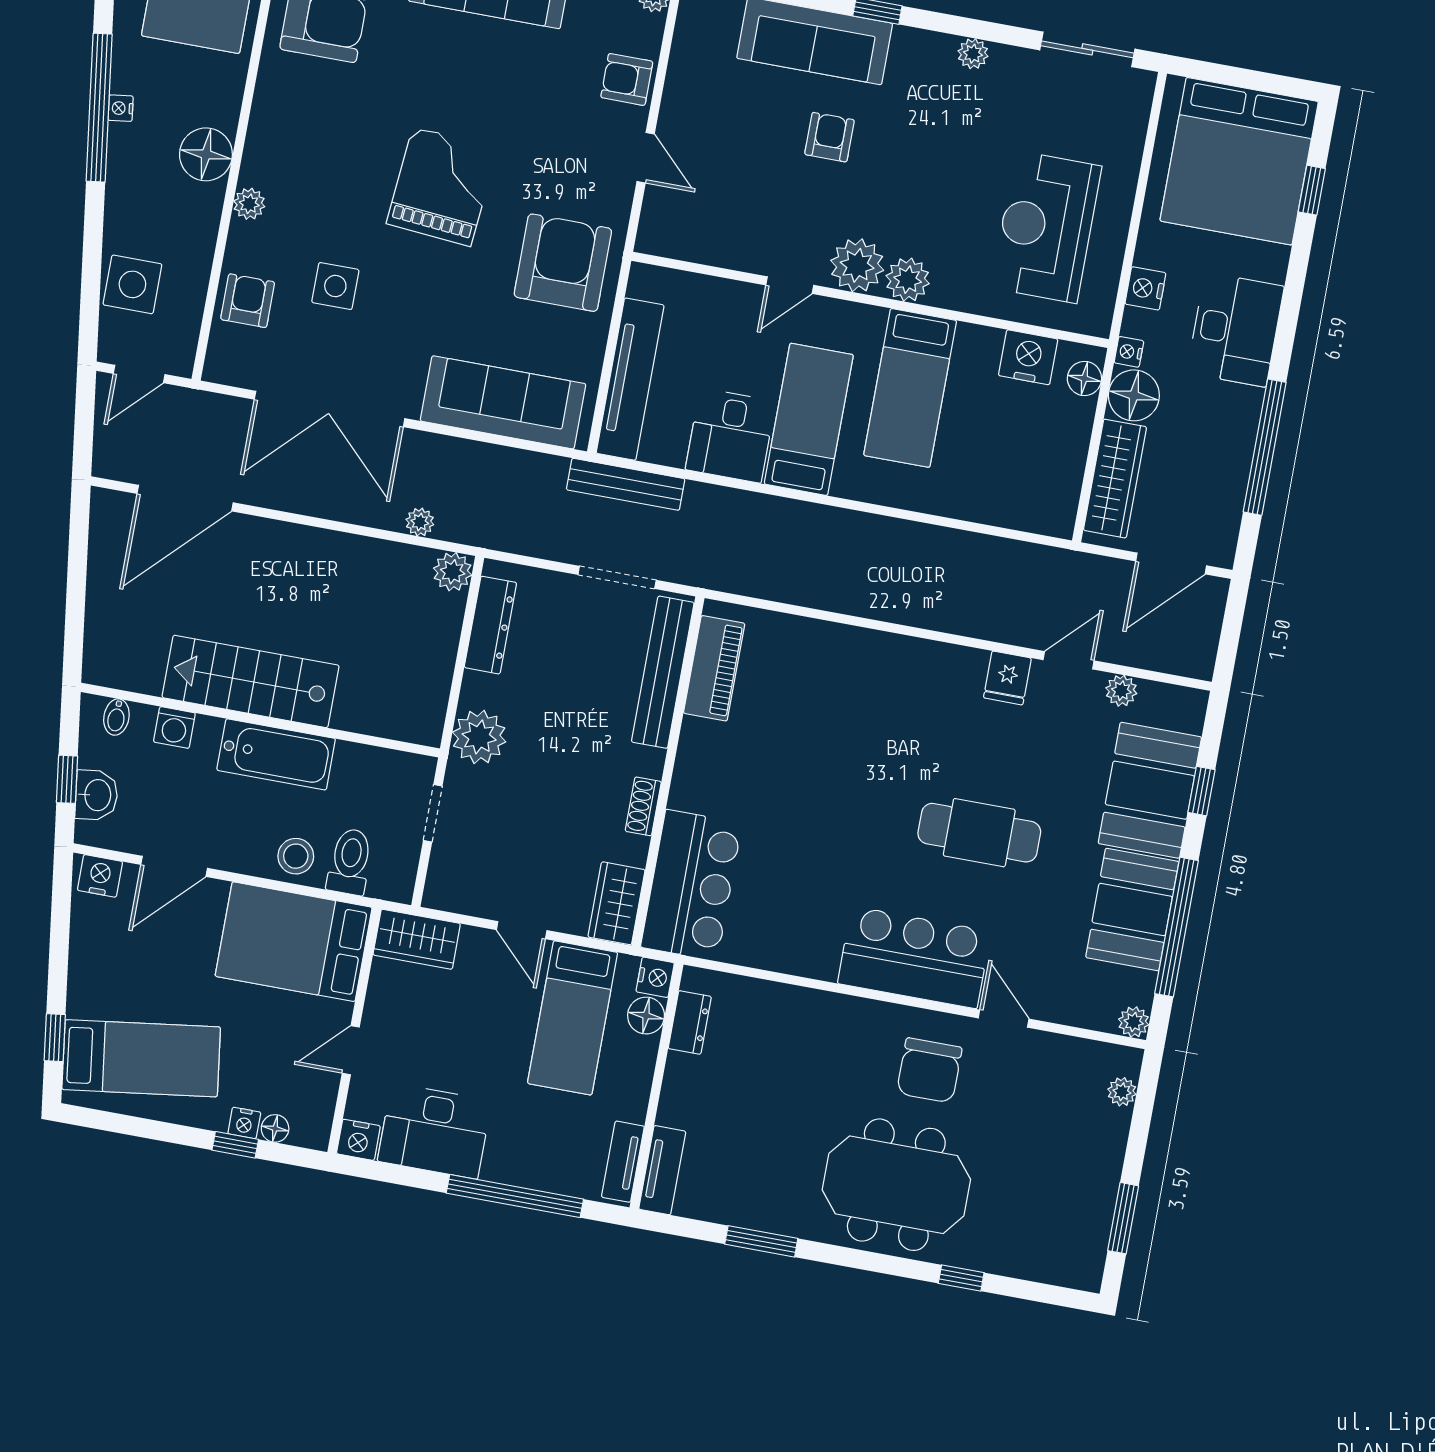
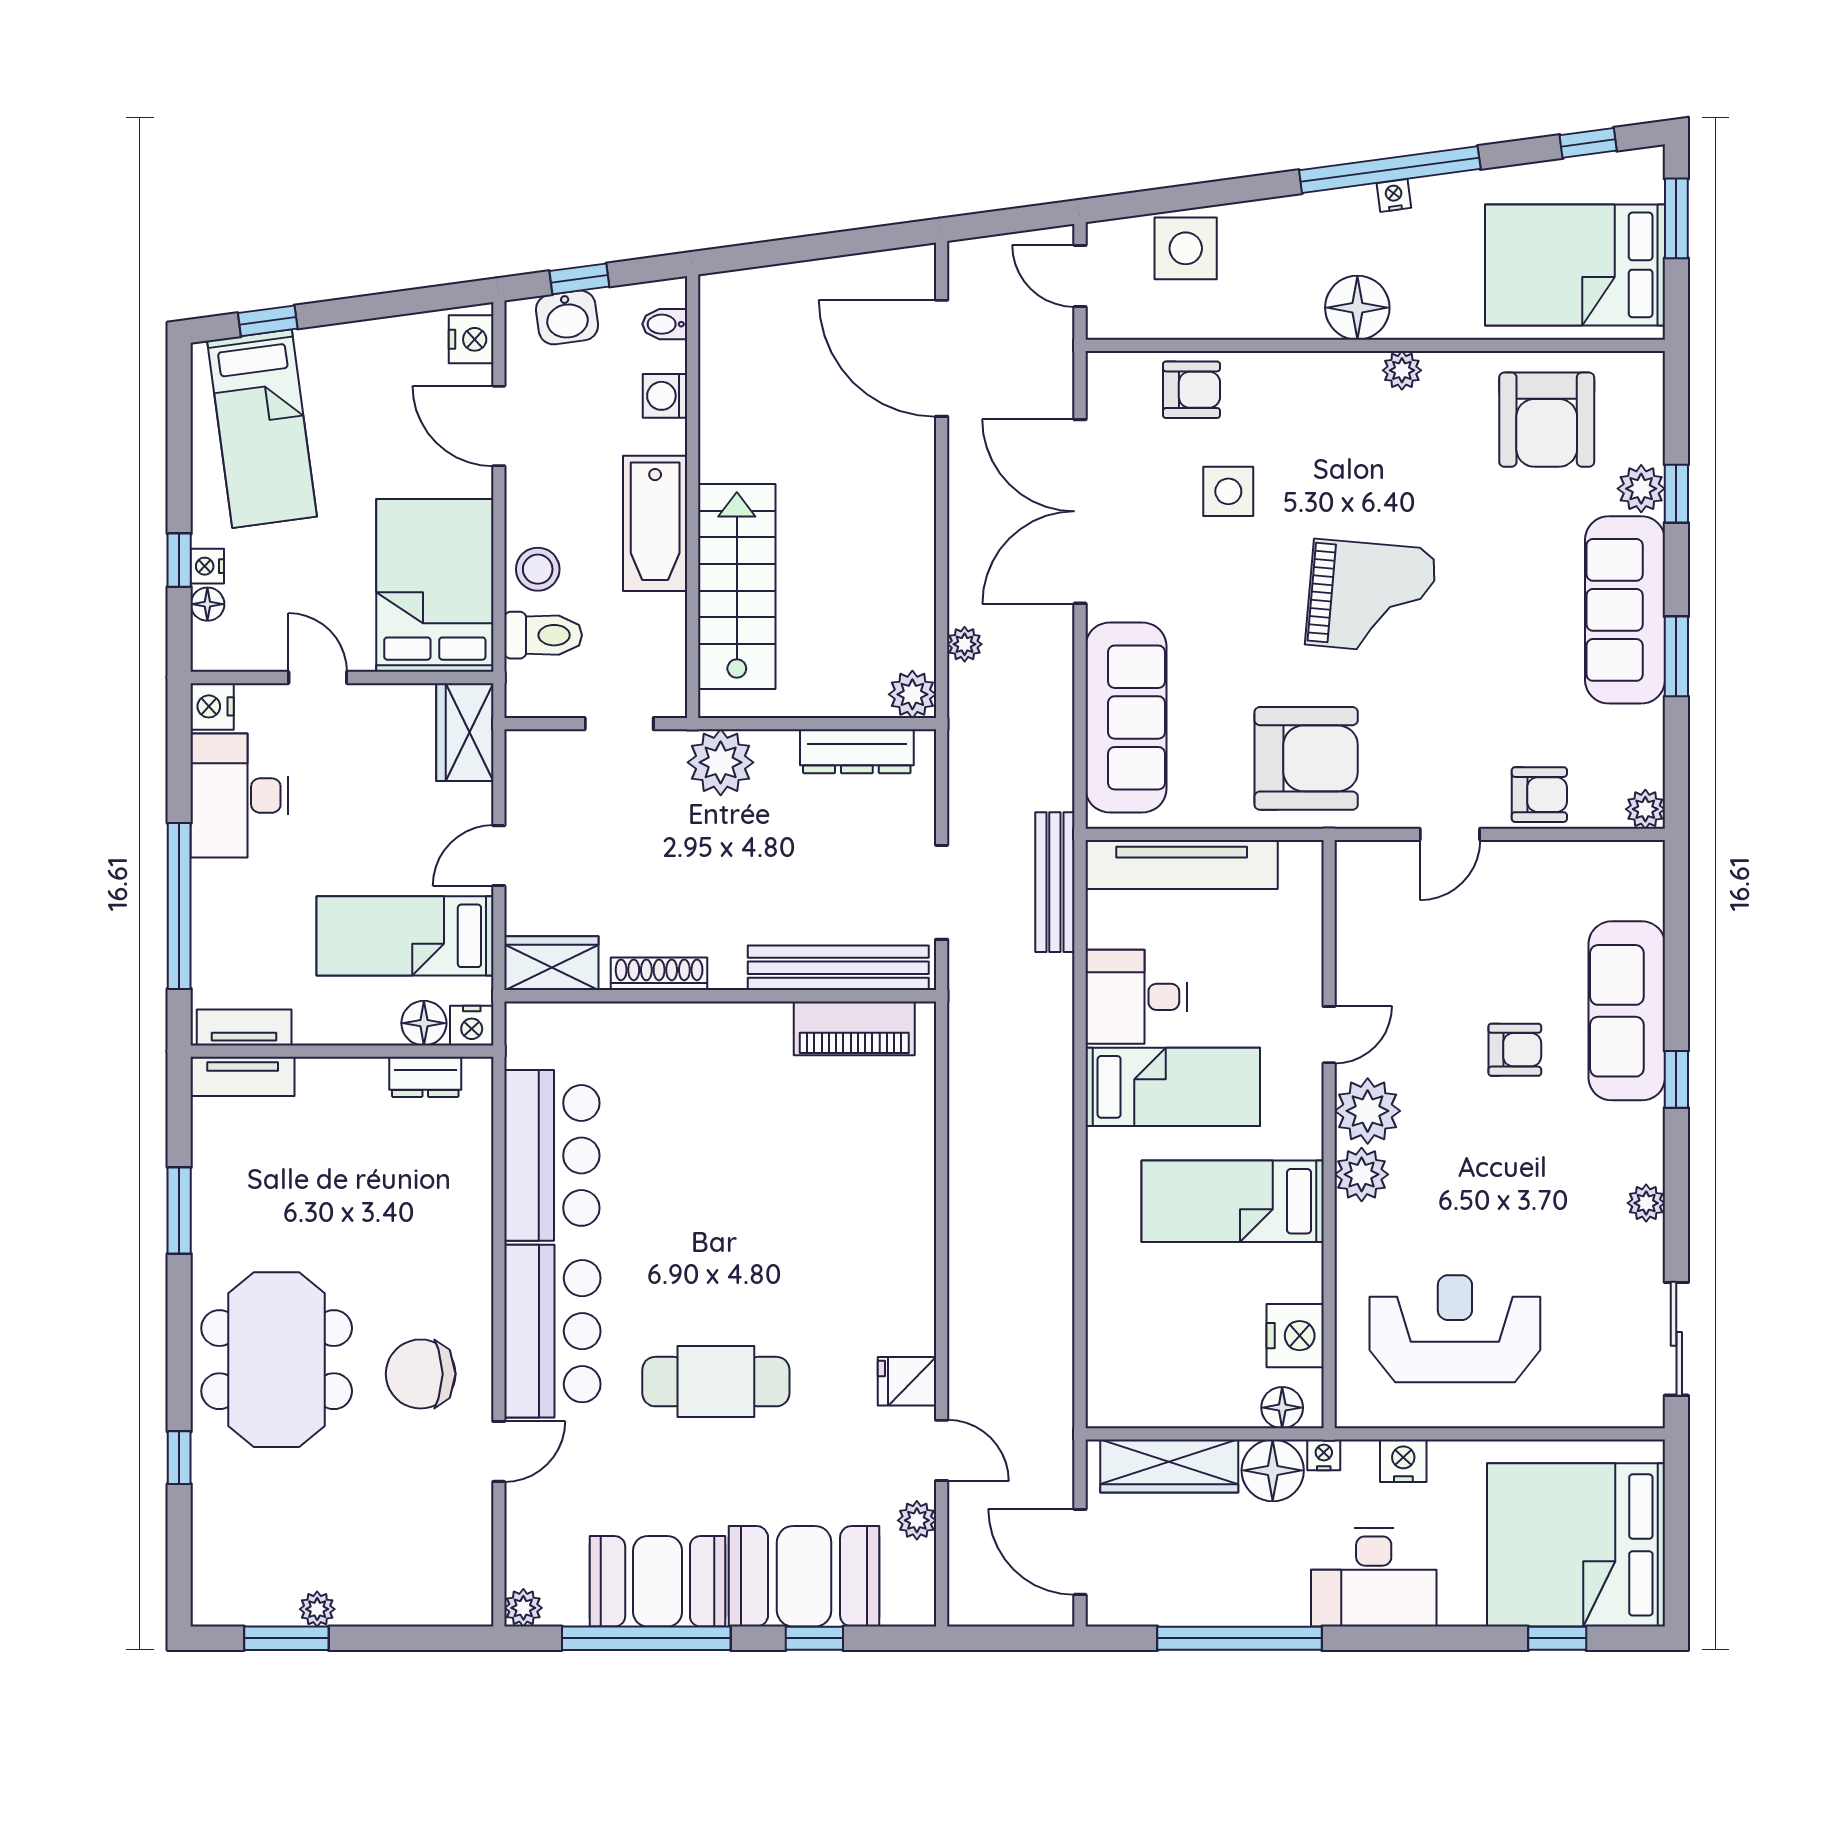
armchair: (627, 79) -> (1539, 795), turned 90
plant: (249, 204) -> (1402, 370), moved
door: (790, 285) -> (1329, 1035), swing flipped
stairs: (251, 681) -> (737, 586), moved
shoe rack: (643, 806) -> (659, 974), width x1.43
cafe table: (979, 833) -> (716, 1382), turned 90
bar counter: (691, 885) -> (552, 1155), moved, turned -90
plant: (1122, 1092) -> (317, 1609), moved

